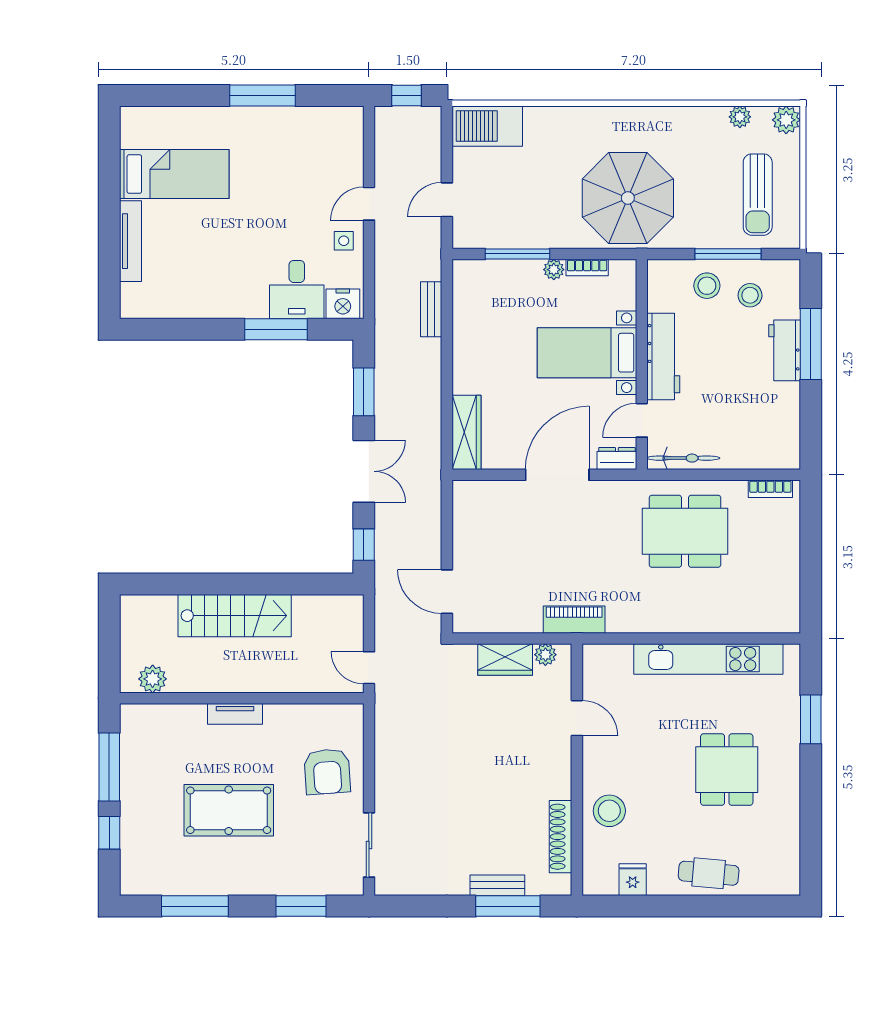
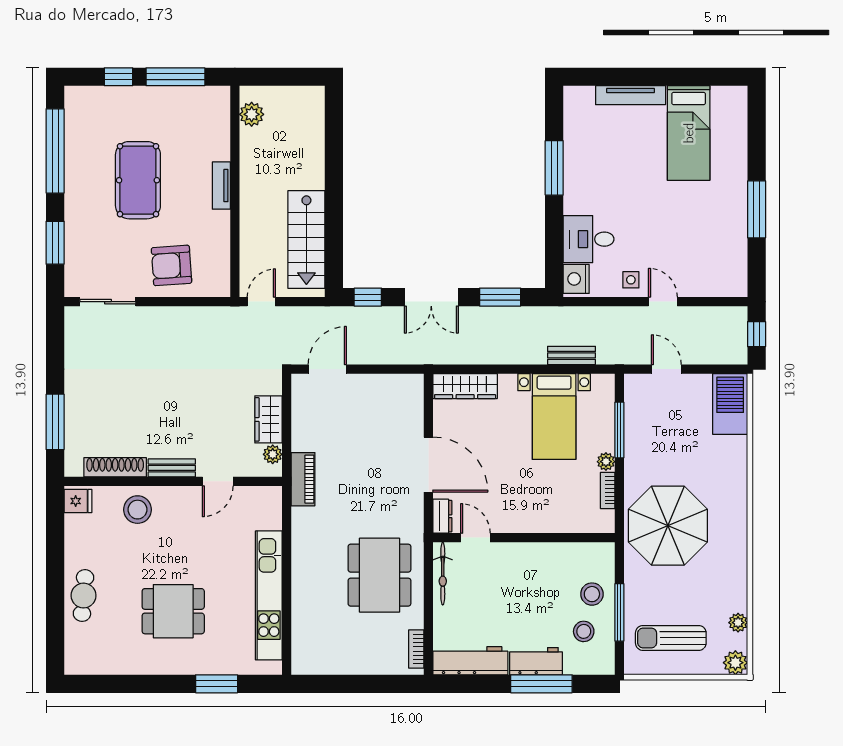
window: (276, 329) -> (554, 168), moved
bed with nightstands: (587, 353) -> (554, 417), moved, turned 180
workbench: (663, 357) -> (470, 661), moved, turned 180
stairs: (235, 616) -> (306, 240), moved
fridge: (633, 880) -> (78, 501), moved
bench: (497, 885) -> (172, 468), moved, turned 90
window: (195, 906) -> (55, 151), width x1.46

